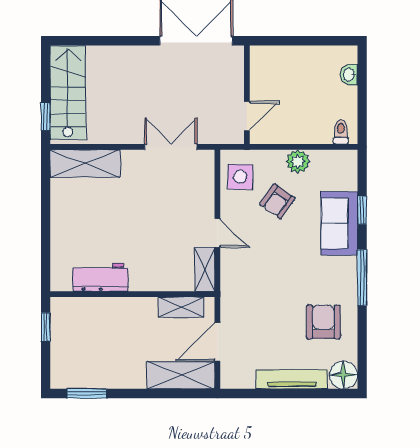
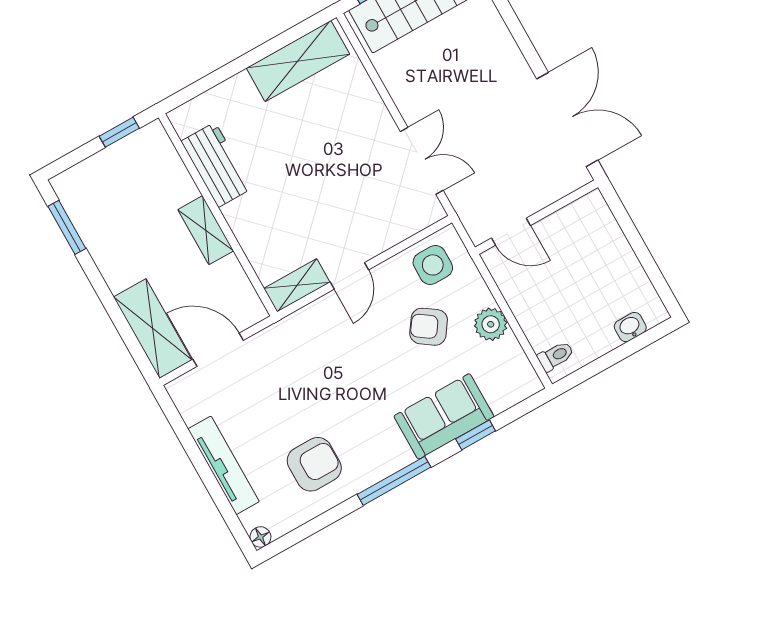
shelving: (85, 164) -> (298, 61), moved, turned 90
shelving: (181, 307) -> (206, 230), moved
floor lamp: (343, 375) -> (260, 537), width x0.53, depth x0.53

